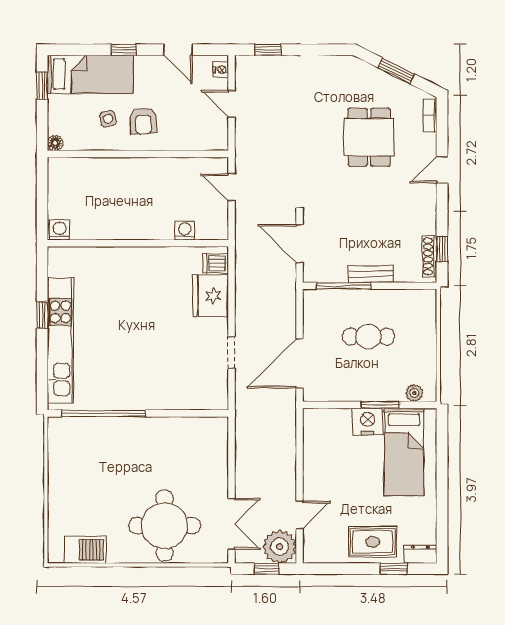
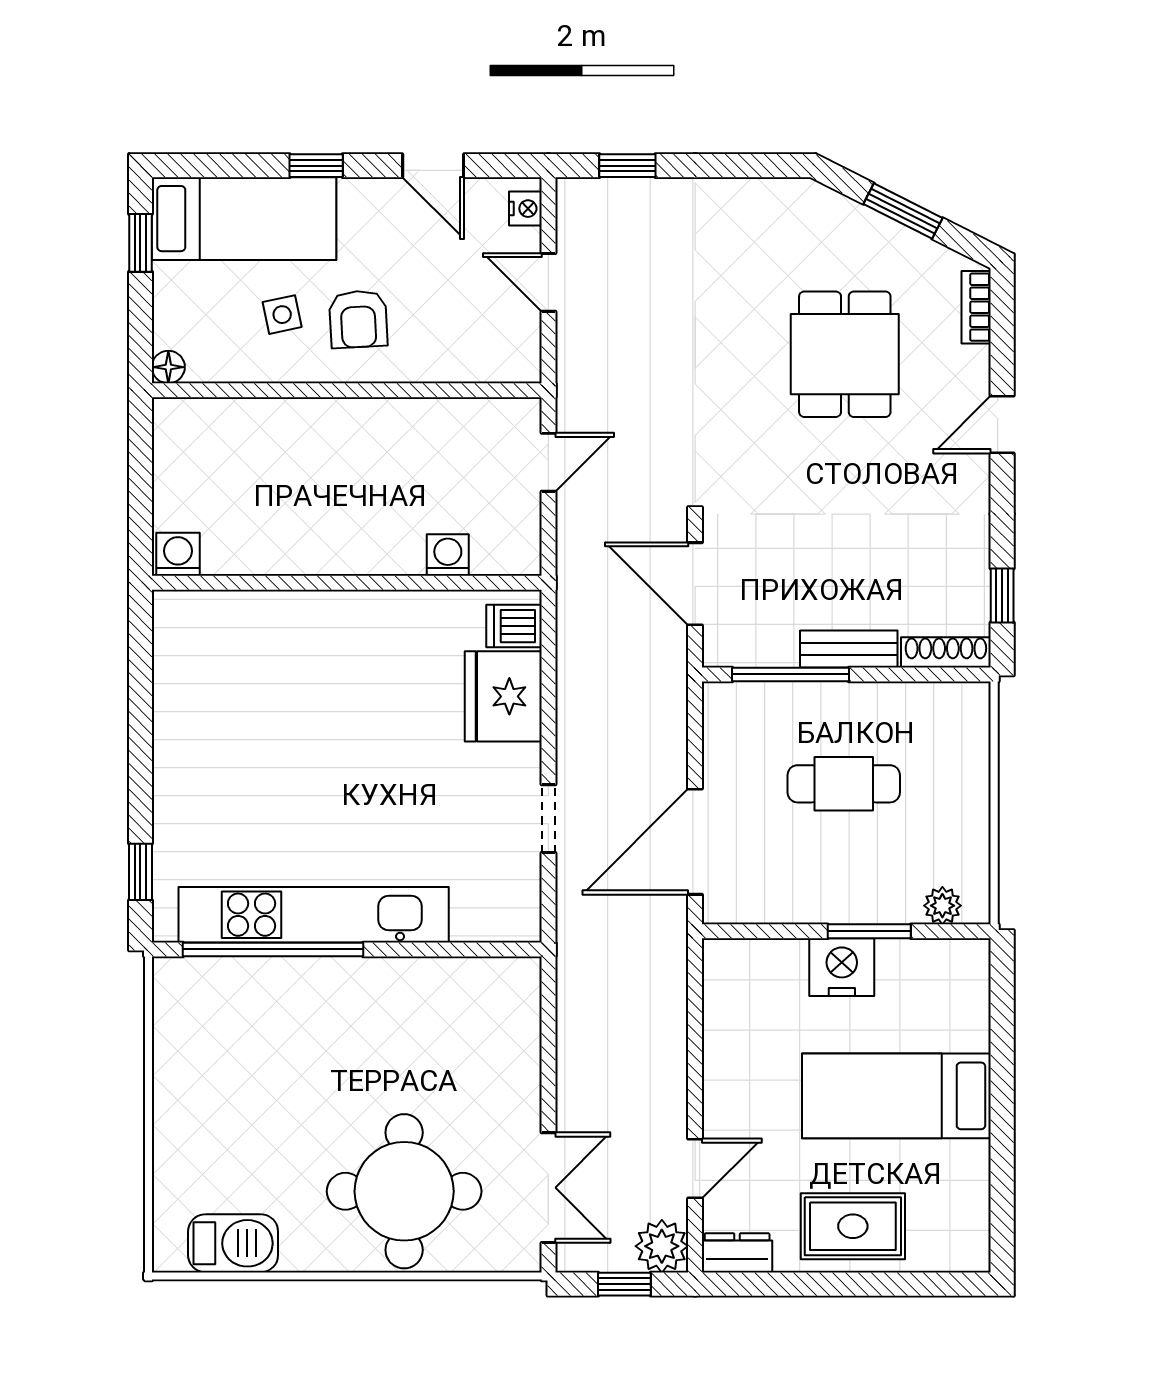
door: (231, 187) -> (548, 462), swing flipped
shoe rack: (430, 256) -> (946, 652), moved, turned 90
window: (42, 315) -> (140, 872), moved
kitchen unit: (60, 341) -> (314, 915), moved, turned -90
bed: (404, 452) -> (896, 1096), moved, turned 90
plant: (280, 547) -> (662, 1246), width x0.73, depth x0.73
dresser: (420, 554) -> (737, 1253), moved
window: (394, 569) -> (898, 1284), removed

